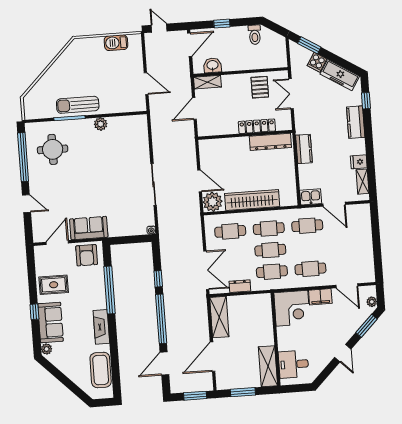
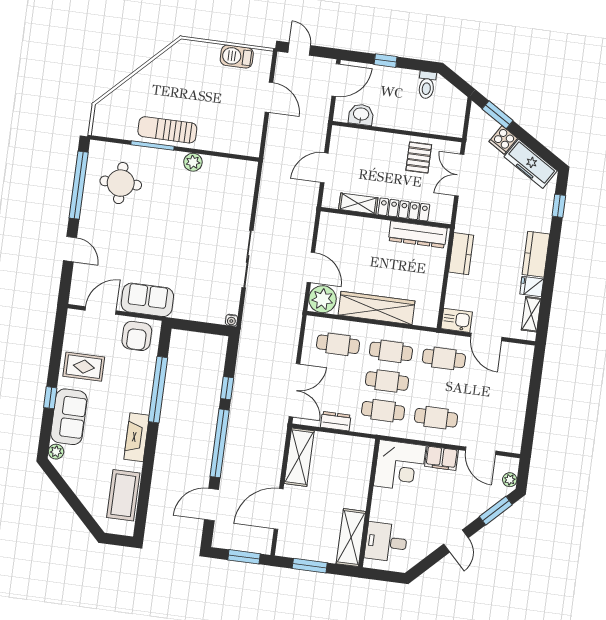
shelving: (207, 82) -> (358, 204), moved
door: (146, 84) -> (269, 97), moved
kitchen counter: (356, 122) -> (536, 254), moved

